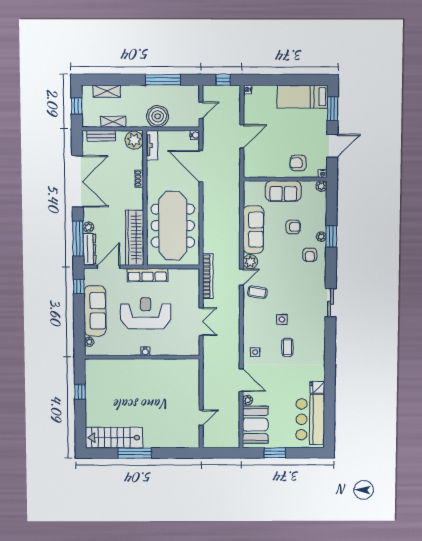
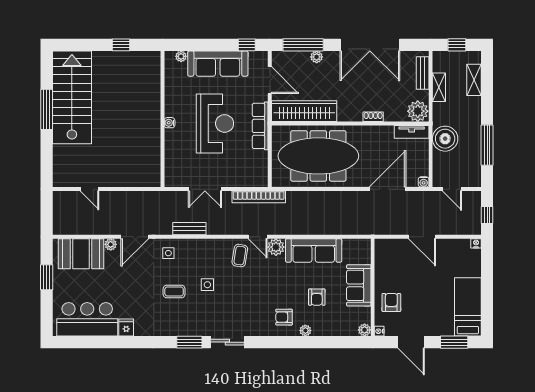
window: (331, 236) -> (189, 342), moved
dresser: (89, 249) -> (291, 58), removed
bench: (235, 335) -> (189, 229), added
stairs: (114, 438) -> (72, 97), width x1.36, depth x1.51

